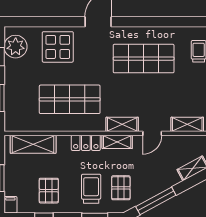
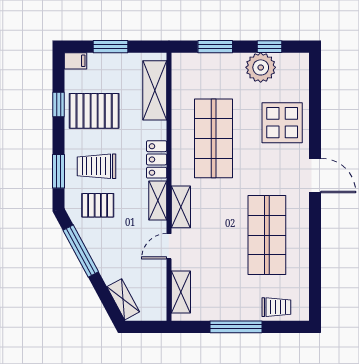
plant: (16, 47) -> (261, 67), moved
door: (152, 133) -> (169, 246), hinge flipped
trolley: (91, 189) -> (97, 166), turned 180
pallet: (49, 191) -> (94, 111), width x1.50, depth x1.42

